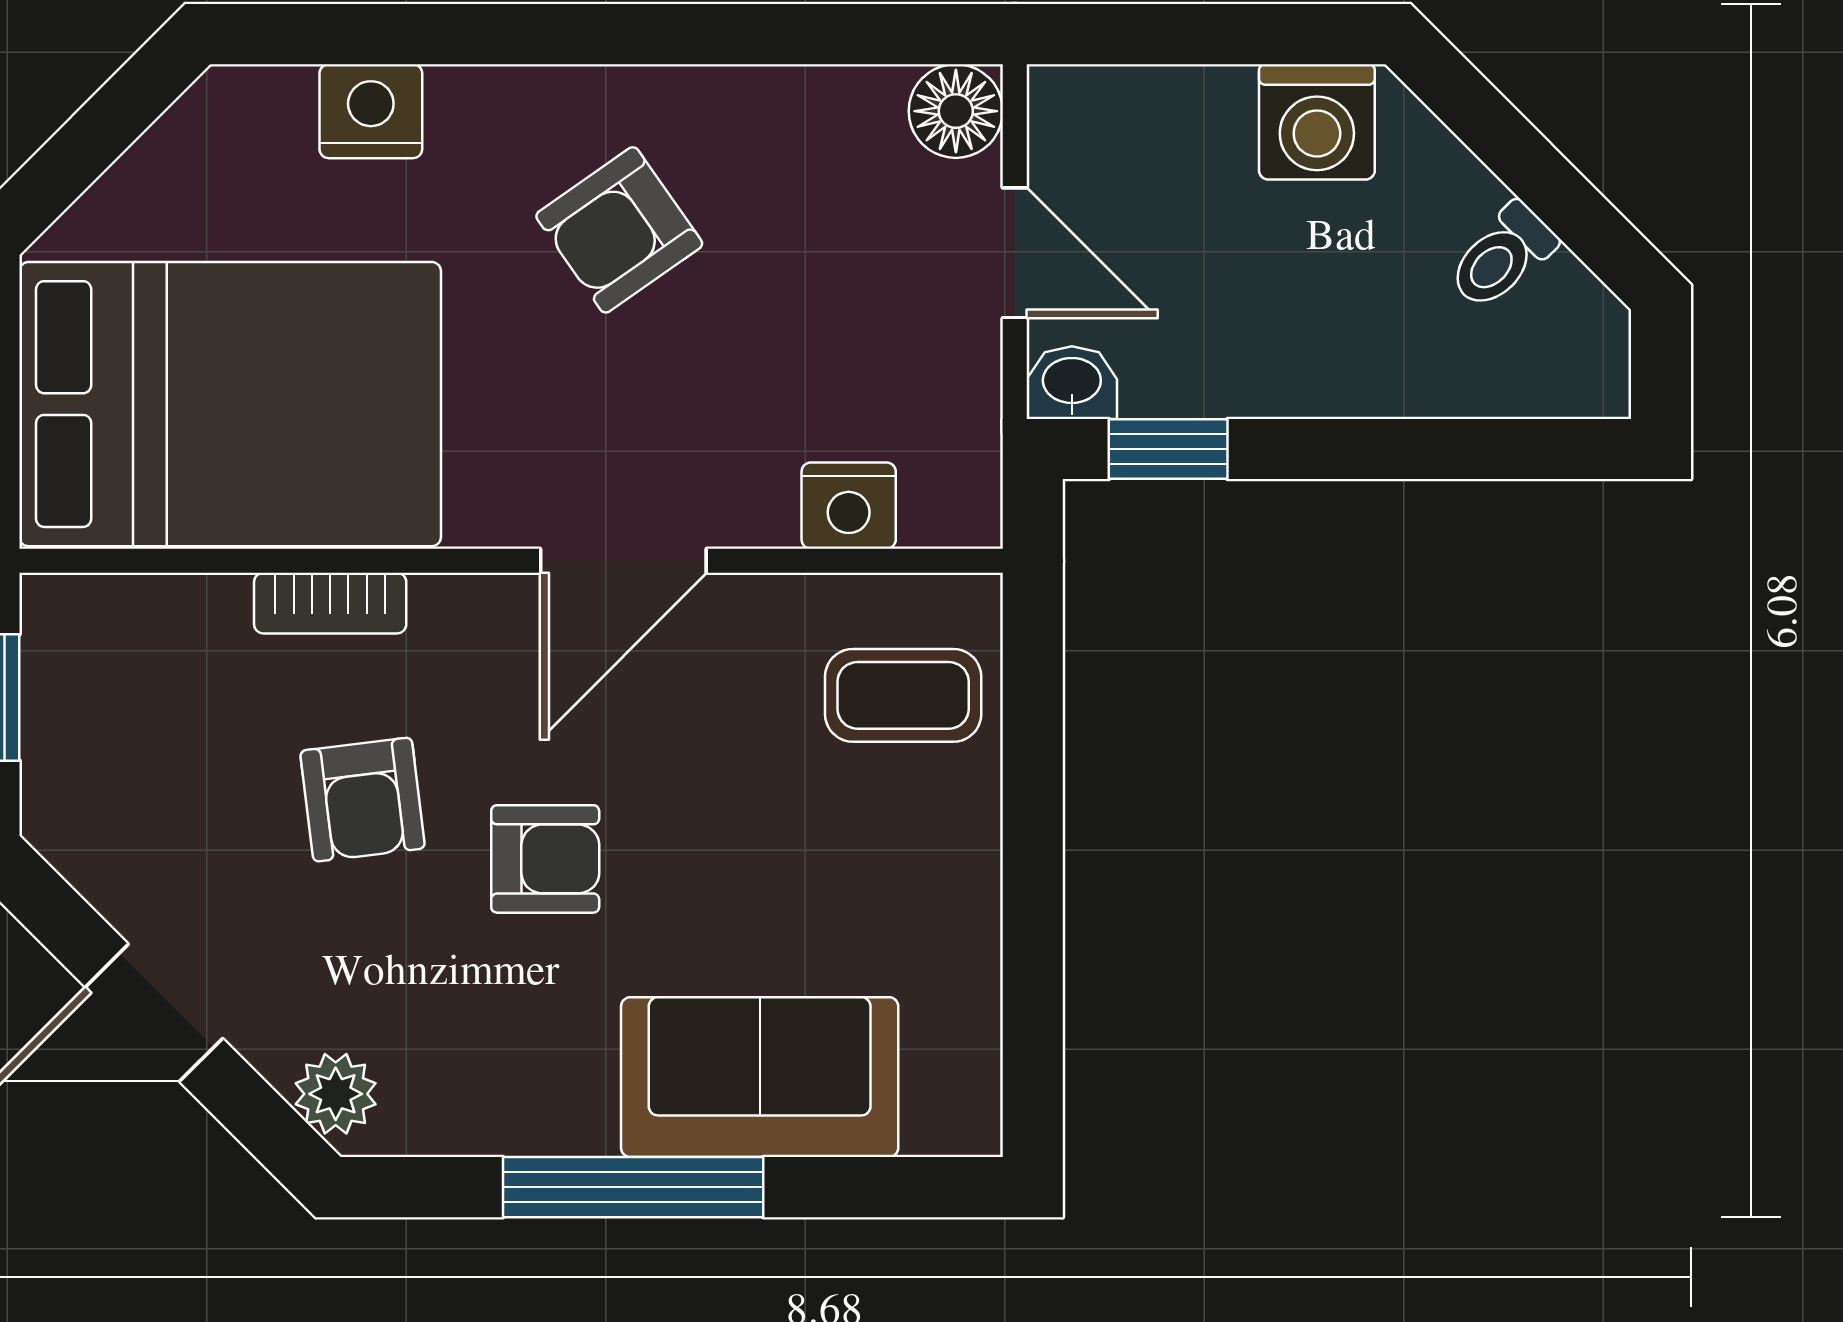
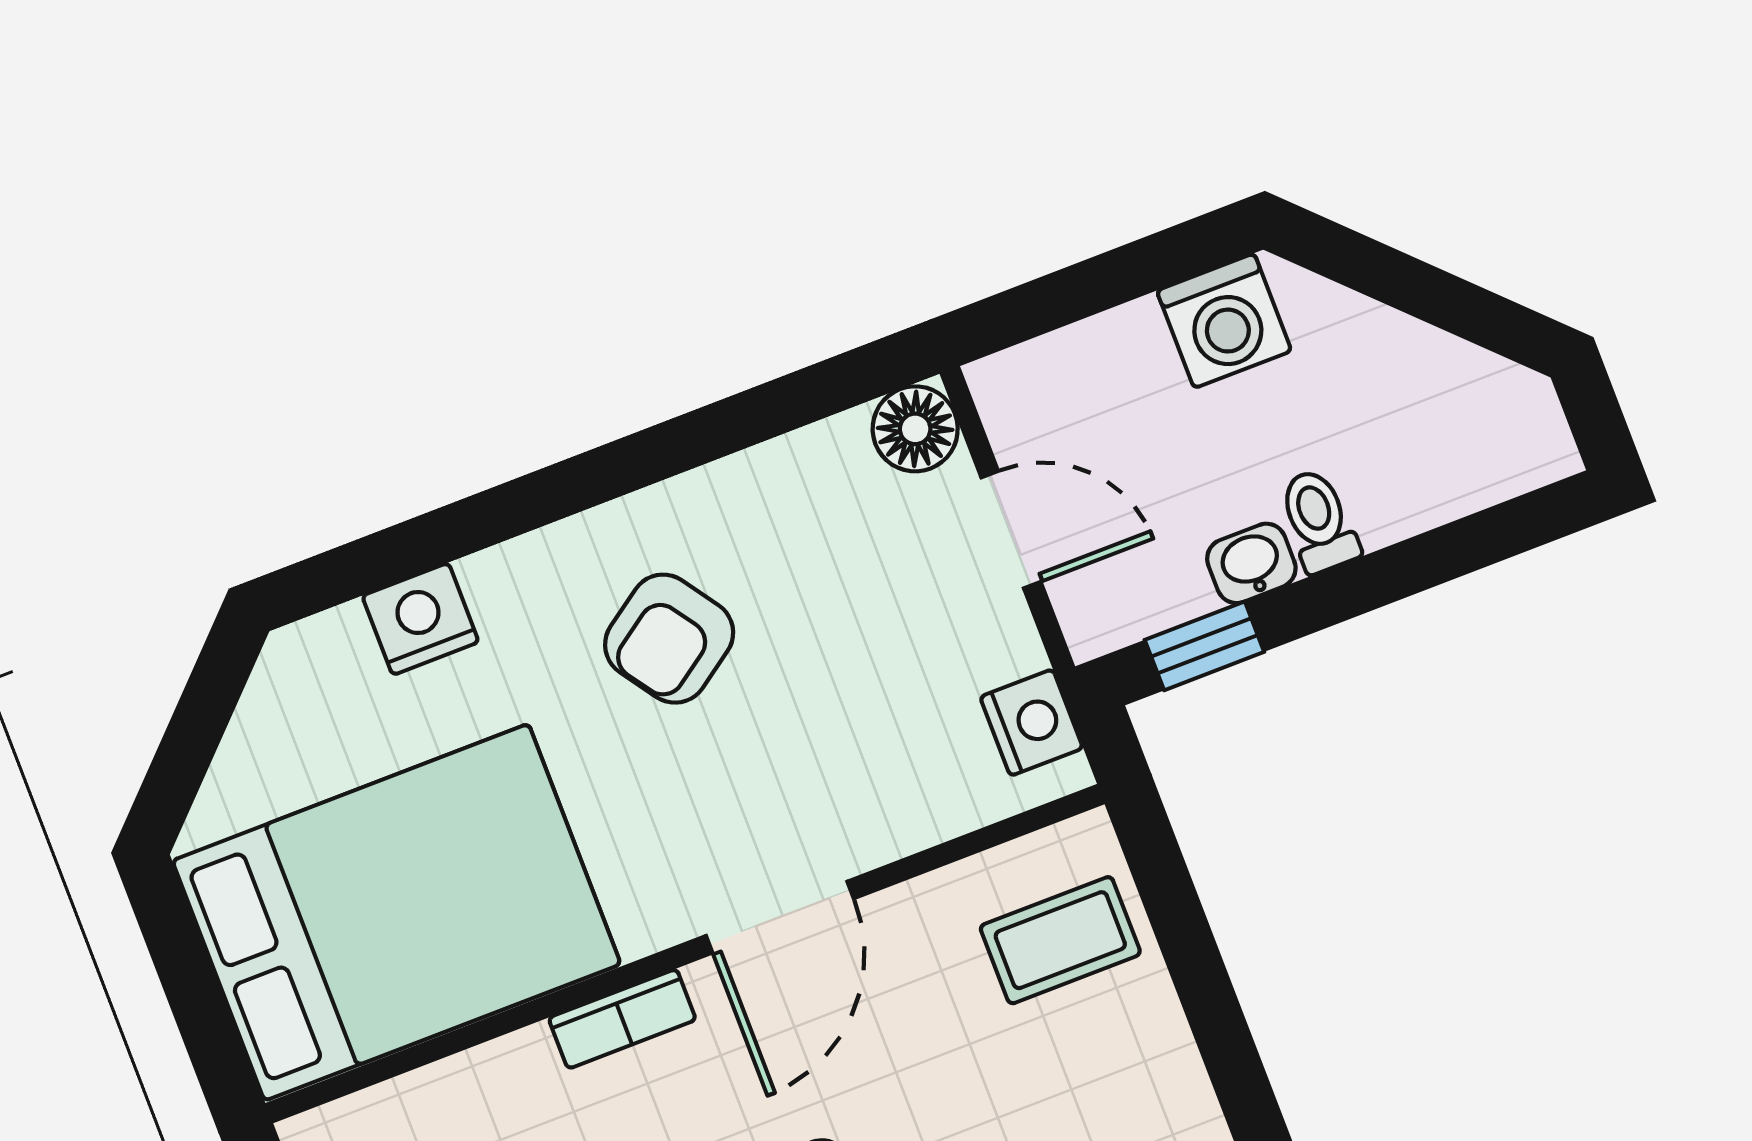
toilet: (1502, 257) -> (1319, 521), moved, turned 135
washbasin: (1072, 383) -> (1251, 563), moved
nightstand: (849, 506) -> (1032, 723), moved, turned -90
bookcase: (330, 603) -> (622, 1019), moved

